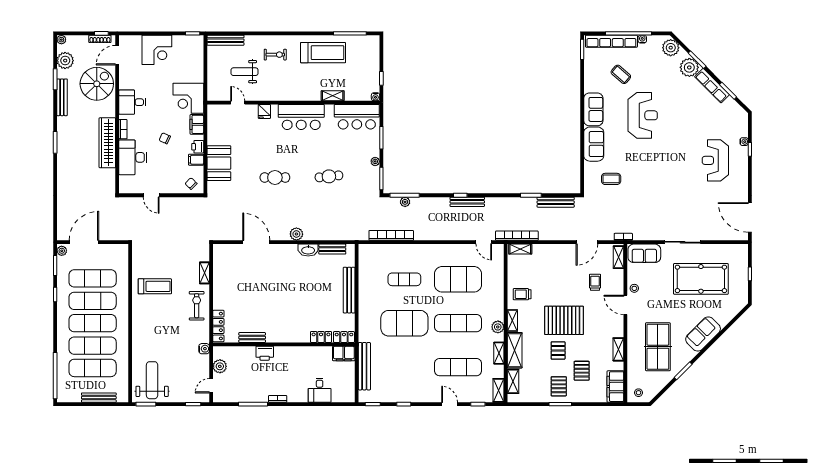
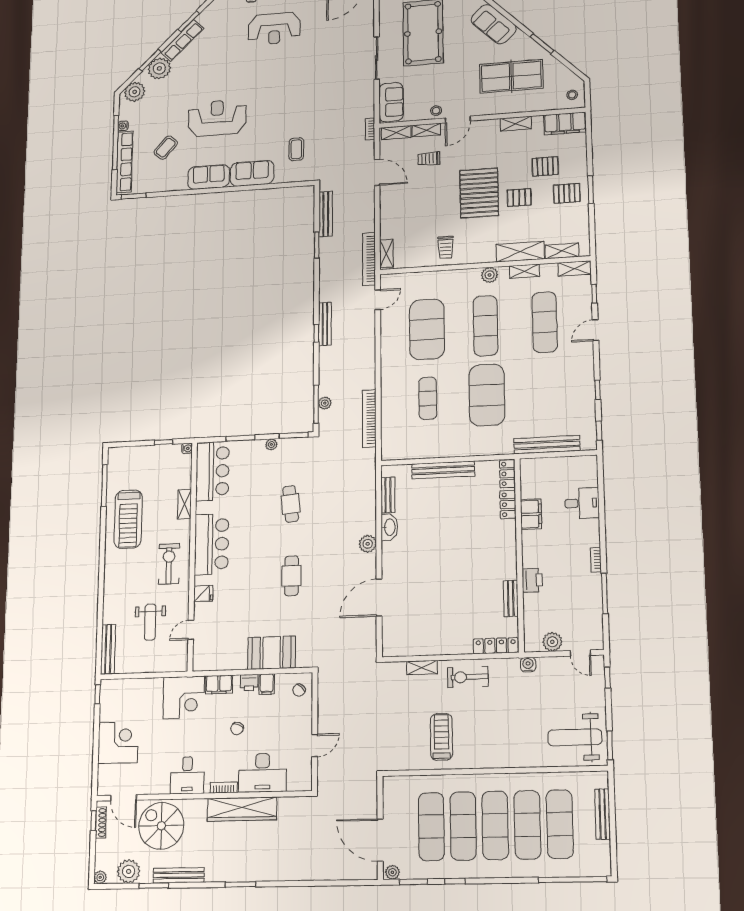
treadmill: (323, 53) -> (128, 519), turned 180
exercise bike: (275, 55) -> (169, 564), moved, width x1.38, depth x1.39
shelving: (512, 321) -> (426, 130), moved
filing cabinet: (344, 353) -> (531, 514), moved

